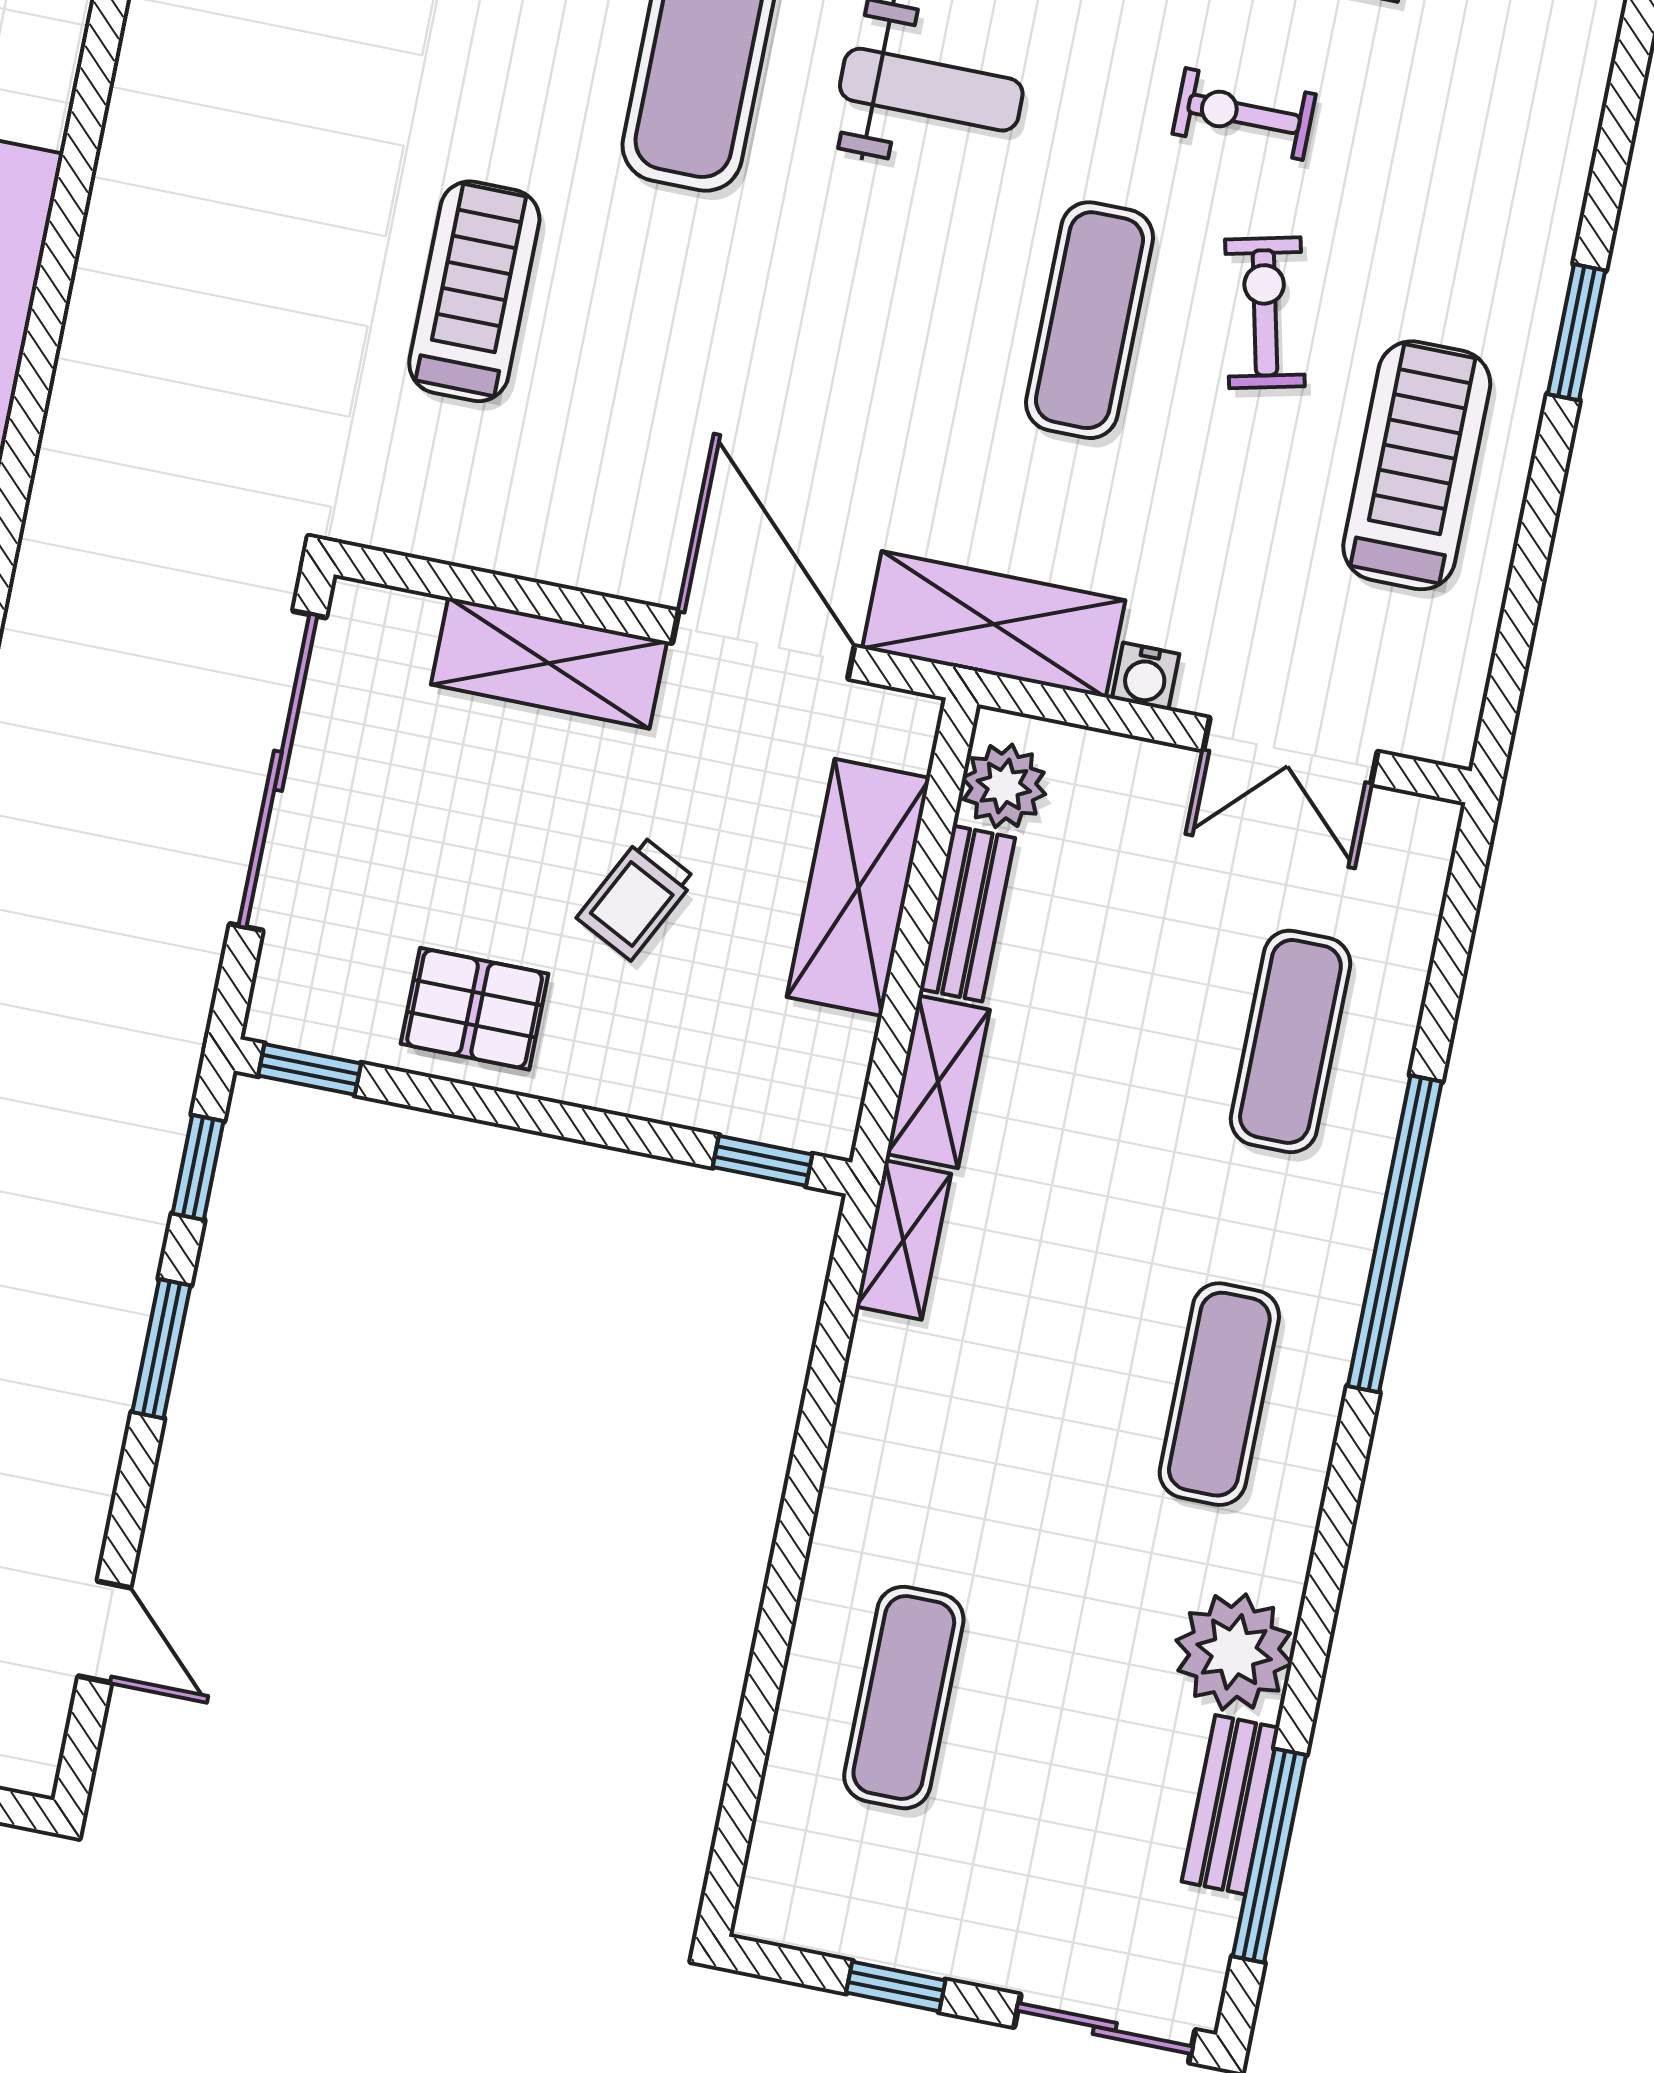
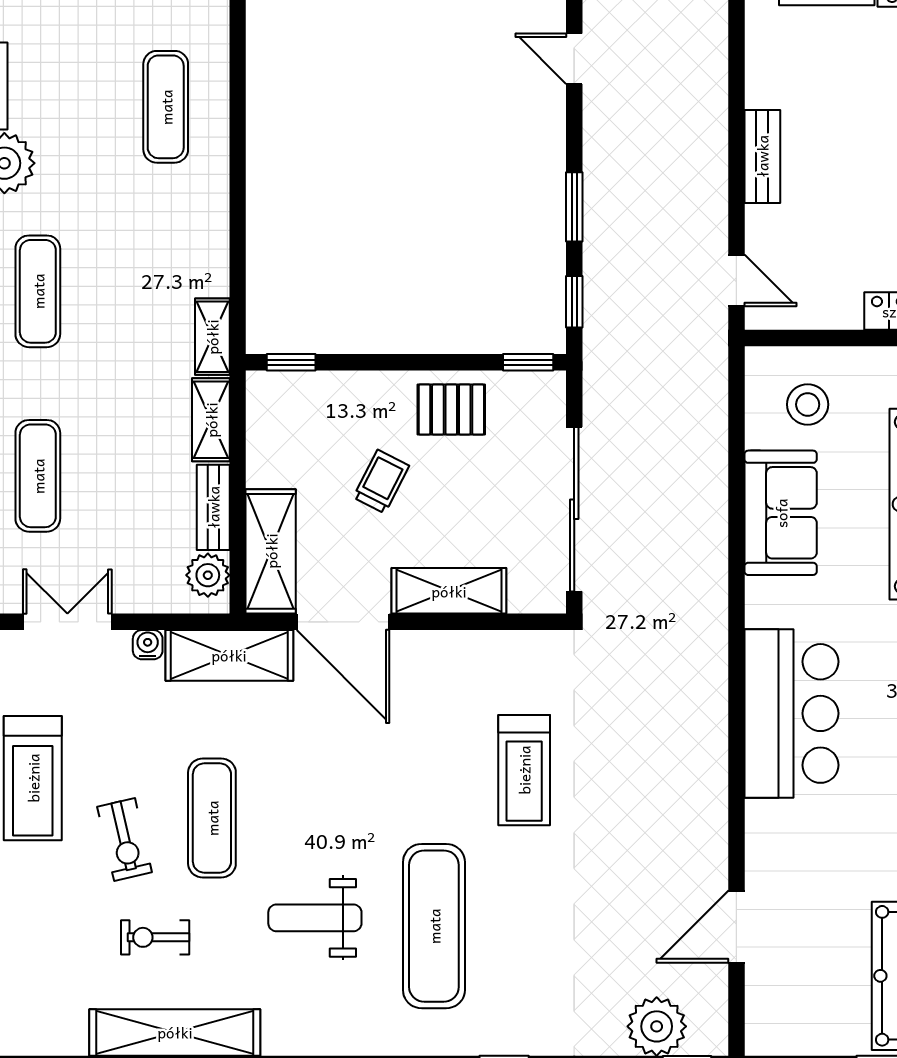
exercise bike: (1244, 114) -> (155, 937), turned 180
shelving: (858, 887) -> (271, 551), moved

